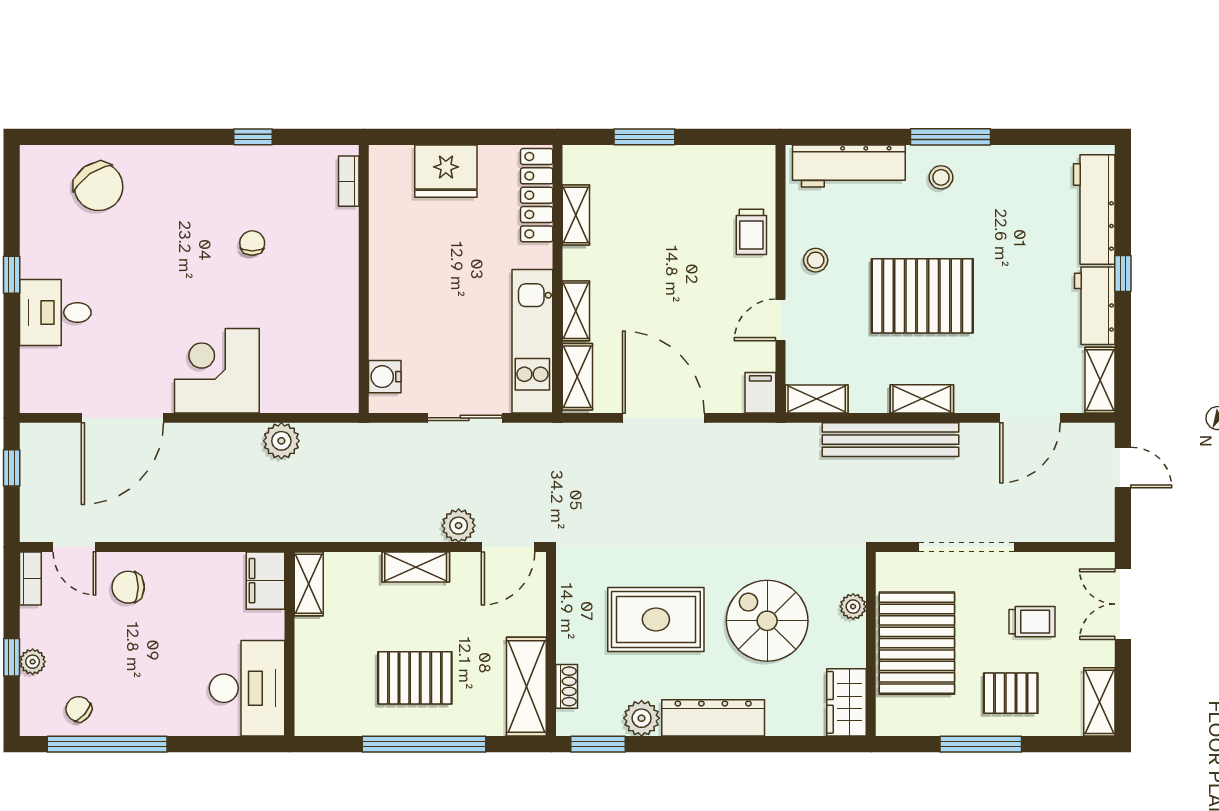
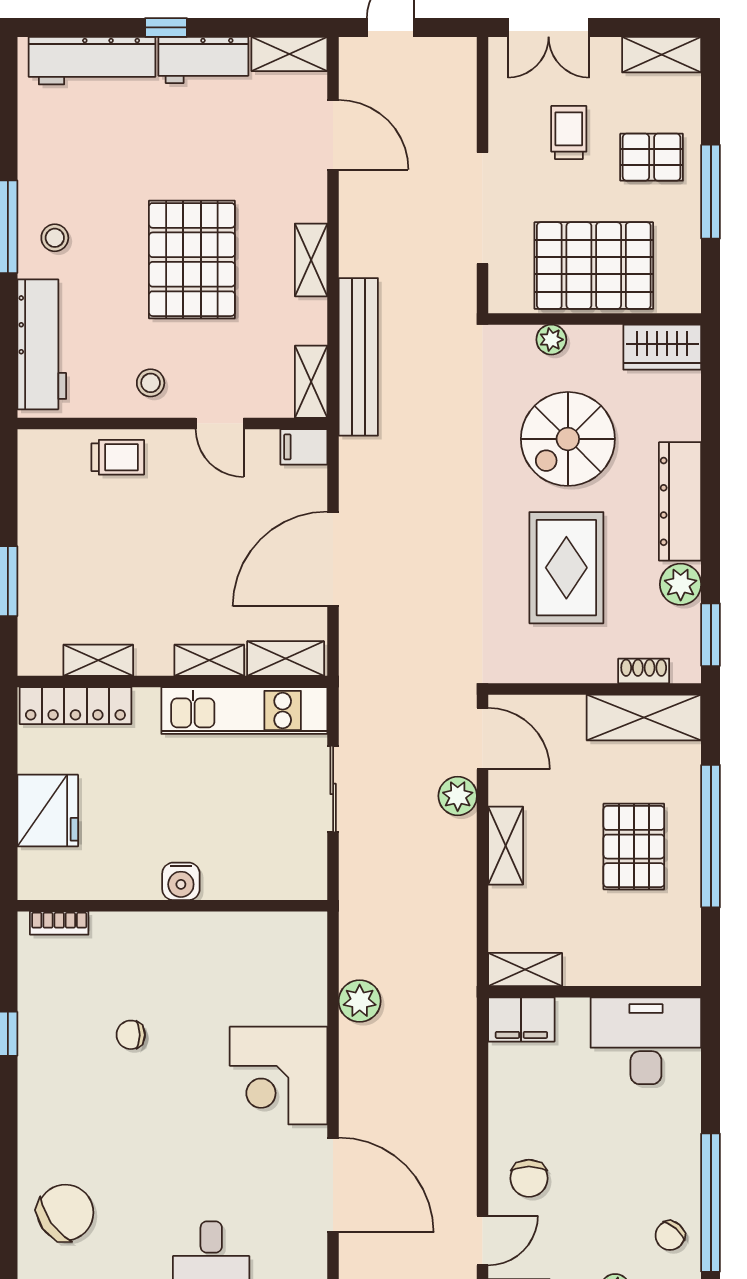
water cooler: (385, 377) -> (181, 881), moved
bench: (890, 440) -> (358, 357), moved
pallet: (1011, 693) -> (652, 157), turned 90

